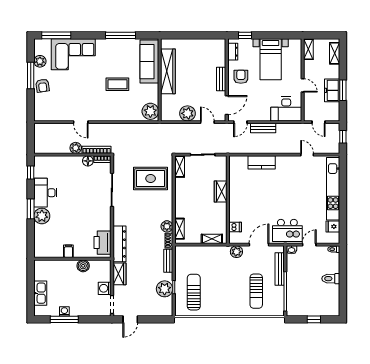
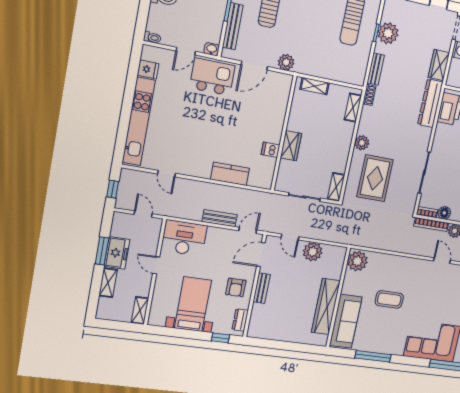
shelving: (335, 53) -> (108, 283), moved
rug: (151, 179) -> (375, 178), turned 90
plant: (167, 226) -> (362, 143), moved
dishwasher: (235, 227) -> (271, 150), moved

